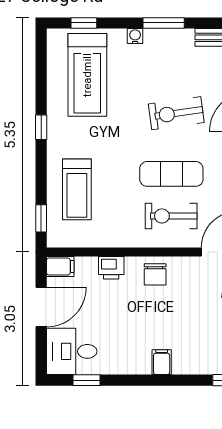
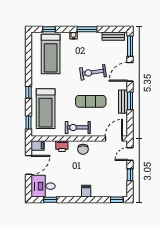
window: (41, 127) -> (29, 92), moved
treadmill: (77, 189) -> (46, 109), width x1.37, depth x1.38
exercise bike: (171, 216) -> (78, 127), moved

